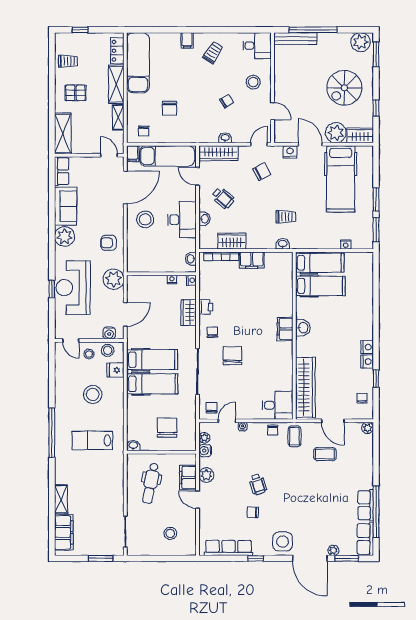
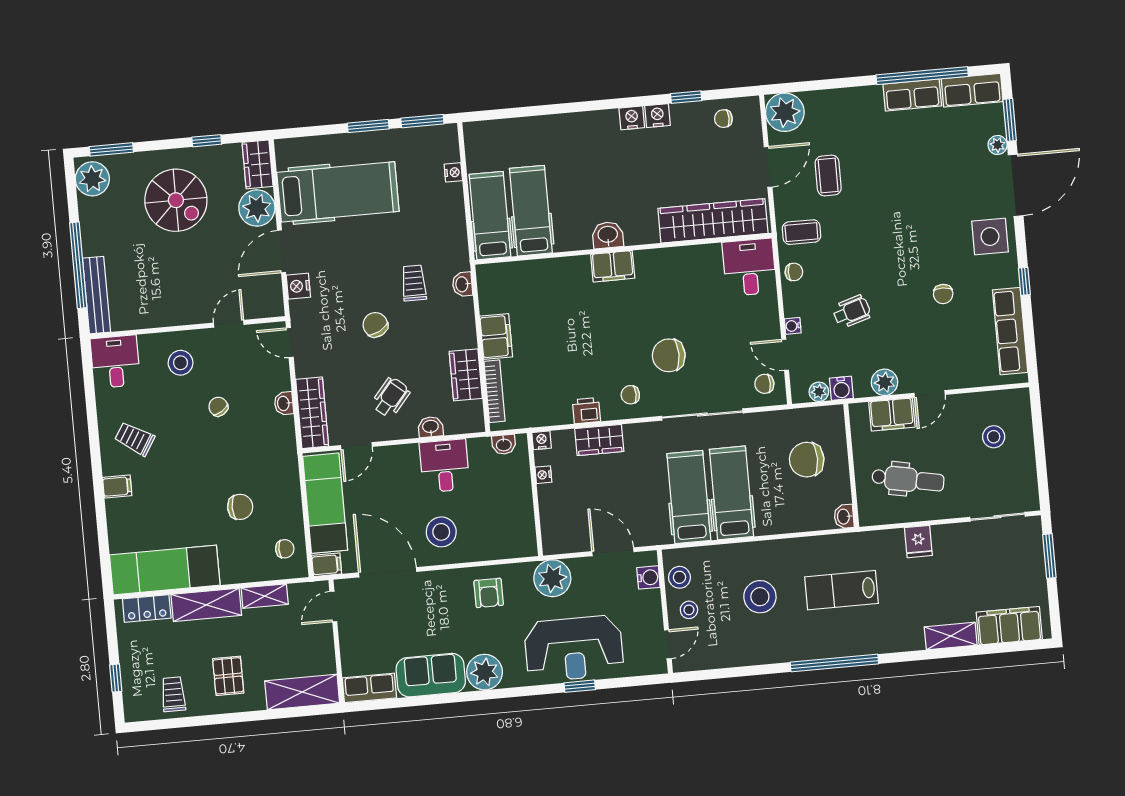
chair: (262, 172) -> (375, 325), moved
desk: (182, 220) -> (444, 466), width x0.73
fridge: (115, 370) -> (918, 542), moved
plant: (368, 428) -> (785, 112), width x1.87, depth x1.87
lab bench: (92, 440) -> (842, 590), turned 90
wheelchair: (258, 484) -> (852, 311), moved

